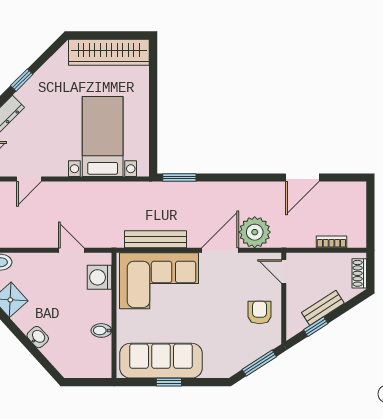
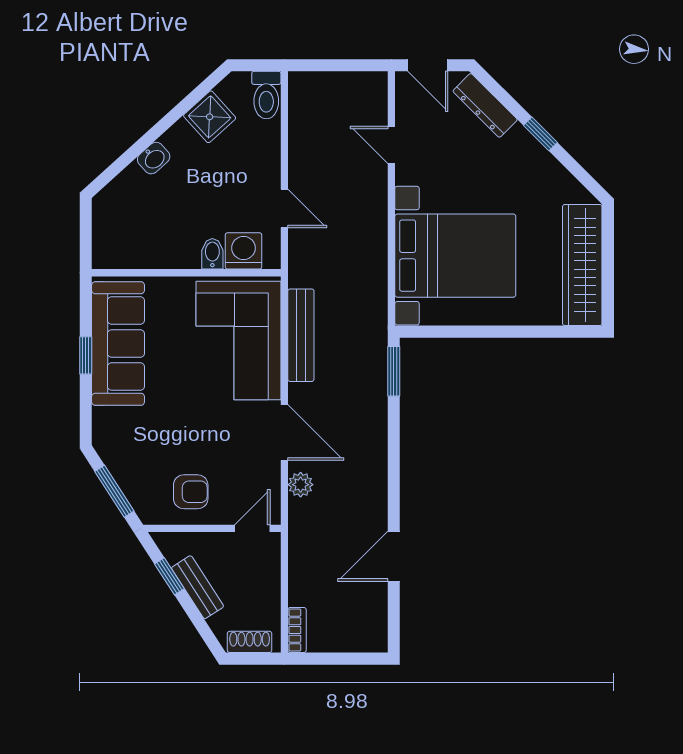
bed with nightstands: (103, 137) -> (455, 256), width x1.36
door: (302, 177) -> (394, 556), hinge flipped
plant: (255, 232) -> (301, 485), width x0.53, depth x0.53
bookcase: (331, 242) -> (297, 630), moved
door: (71, 250) -> (284, 209), hinge flipped
bidet: (101, 330) -> (212, 254), moved

